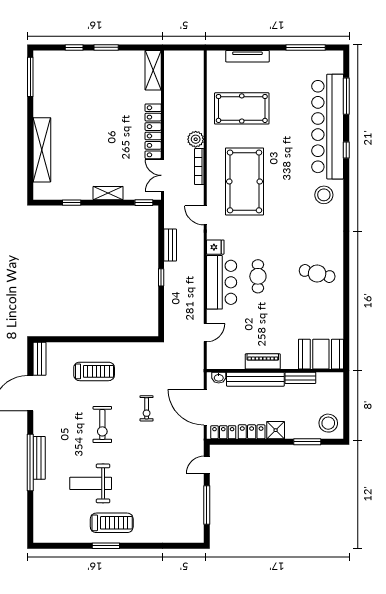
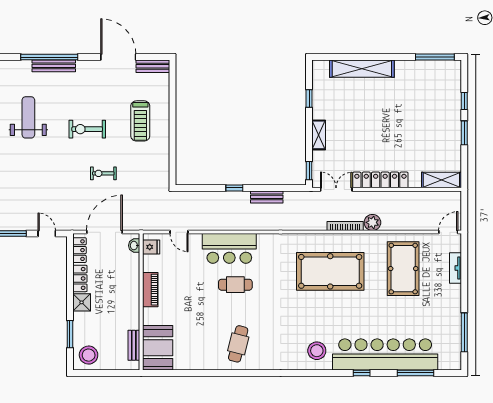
tv unit: (247, 56) -> (455, 268), width x0.71
door: (205, 215) -> (448, 232), moved
fridge: (215, 247) -> (151, 247), moved, turned -90
bench: (300, 378) -> (134, 345), moved
bench: (255, 379) -> (133, 282), removed

